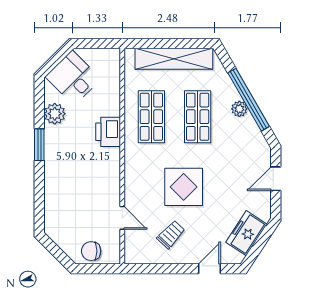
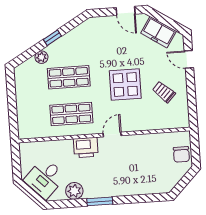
shelving: (174, 59) -> (24, 99), removed
window: (249, 100) -> (52, 38), width x0.32
plant: (239, 109) -> (41, 57), moved
door: (276, 179) -> (126, 11), moved
door: (122, 218) -> (112, 134), moved

